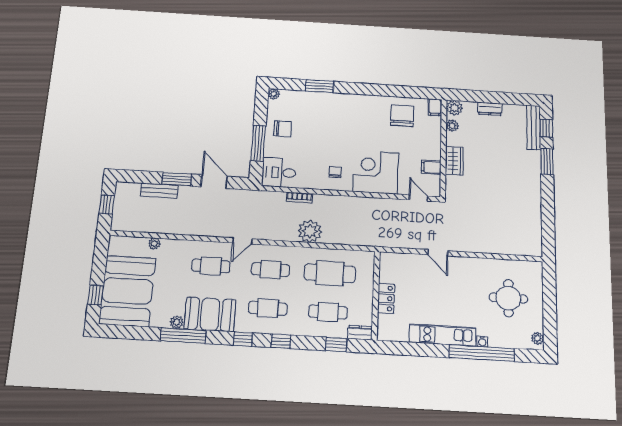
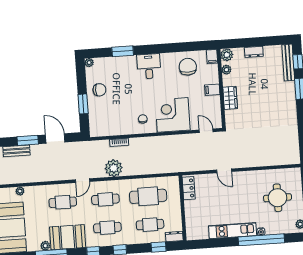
window: (258, 143) -> (83, 104), width x0.69
filing cabinet: (431, 167) -> (212, 90), moved
desk: (279, 173) -> (149, 66), moved, turned 90
plant: (310, 231) -> (114, 168), moved
locker: (386, 298) -> (189, 188), moved

